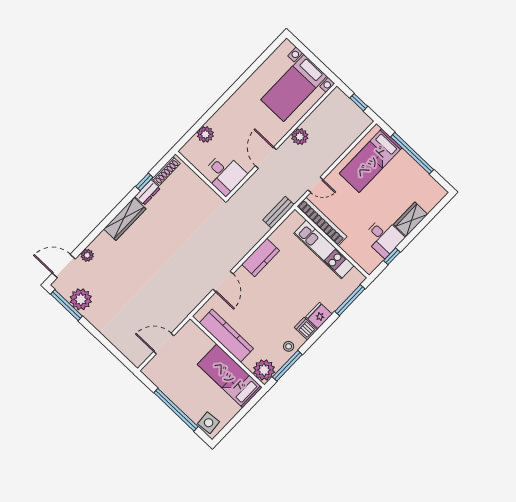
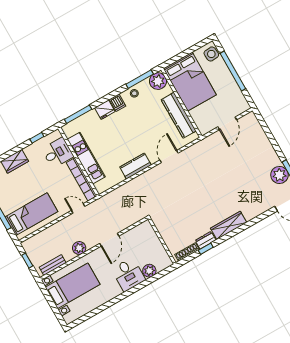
desk: (224, 174) -> (128, 275), moved, turned 180
bench: (278, 212) -> (53, 265), moved
desk: (384, 237) -> (58, 153), moved, turned 90
plant: (87, 255) -> (265, 207), removed
door: (164, 344) -> (227, 123), hinge flipped
bed: (230, 376) -> (190, 82), width x1.50

